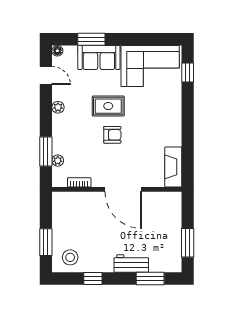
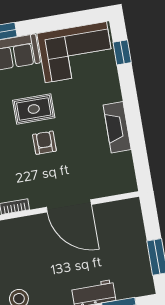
armchair: (112, 135) -> (44, 143), turned -90
fireplace: (173, 167) -> (117, 127), moved

